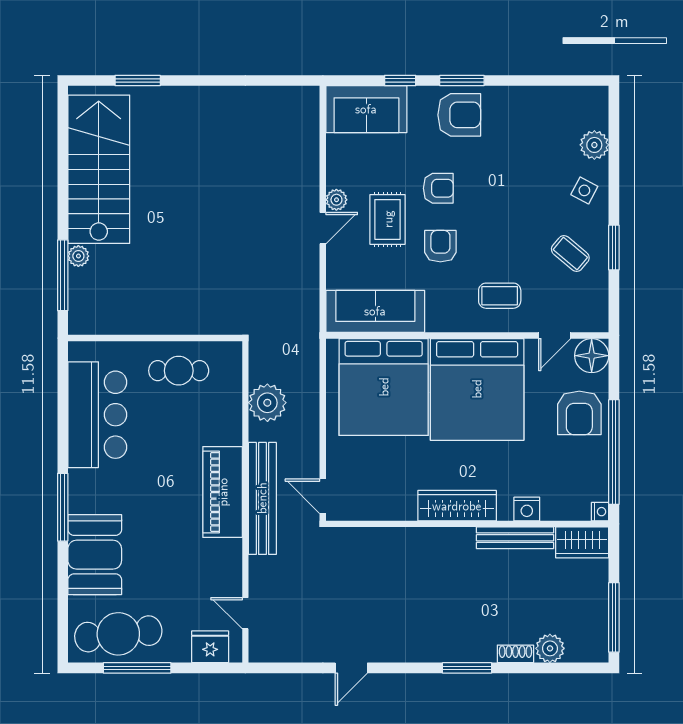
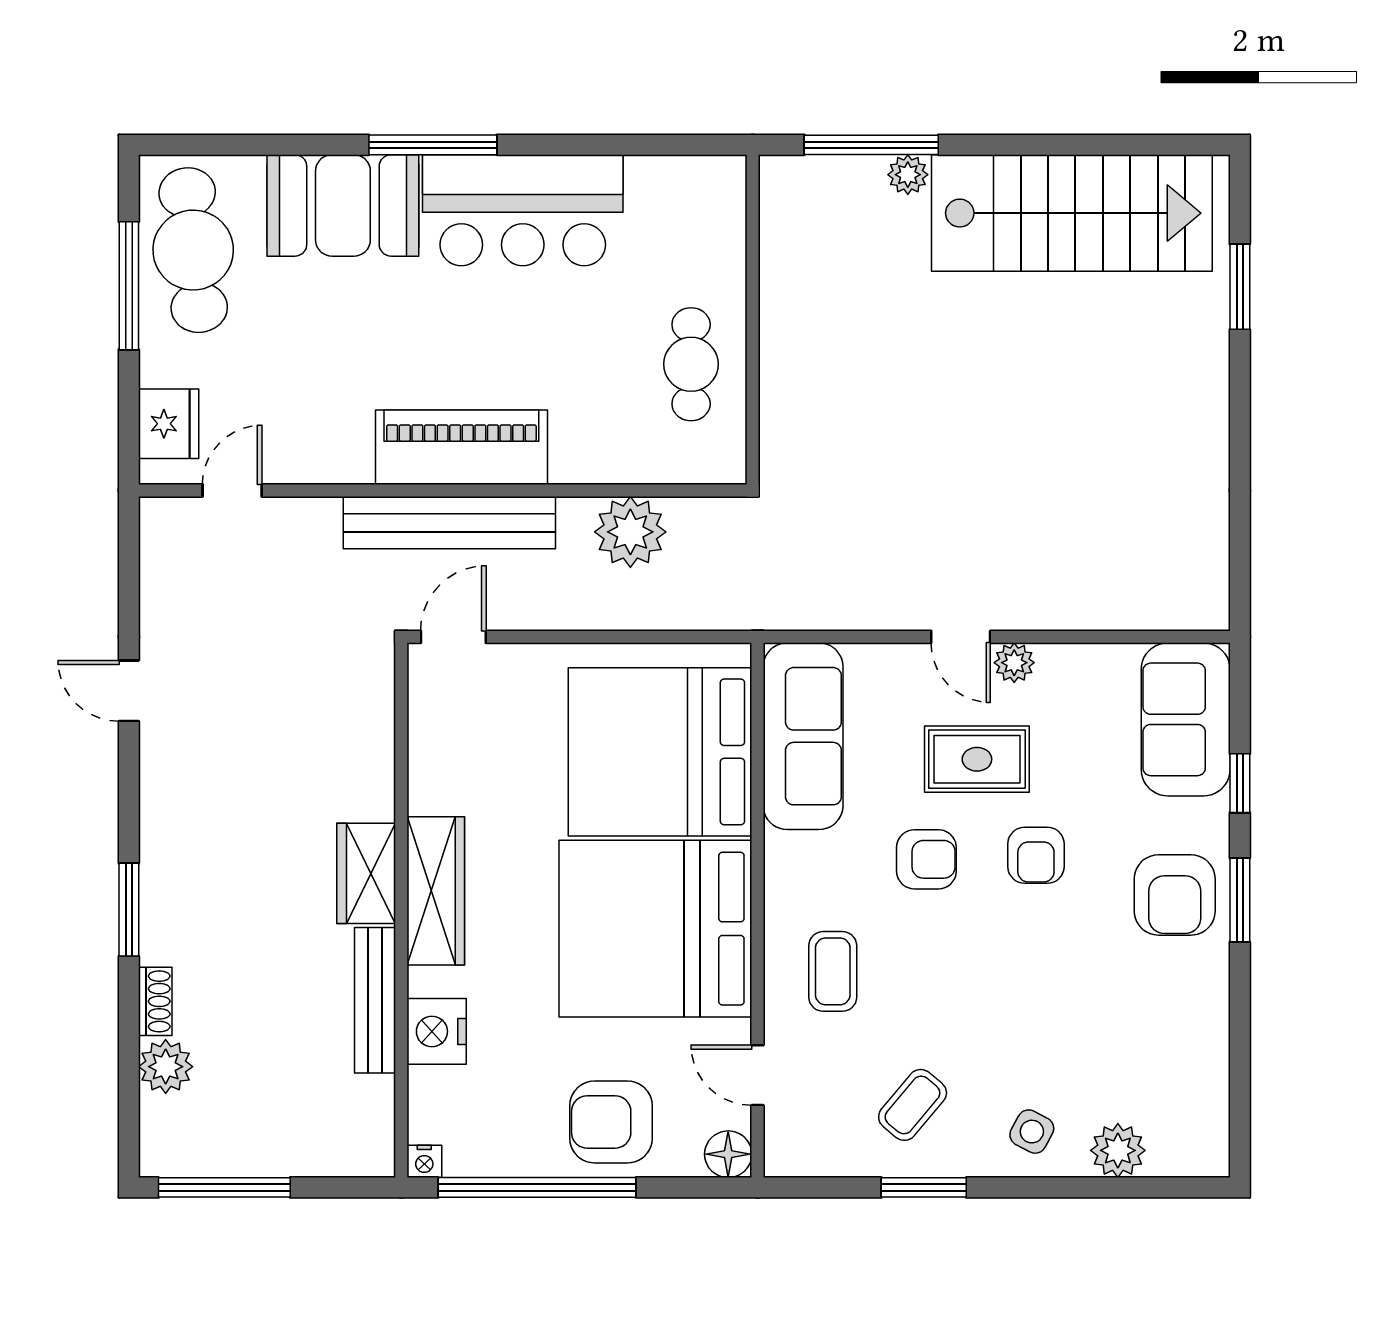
floor lamp: (592, 356) -> (728, 1154), width x0.73, depth x0.73
bar counter: (97, 415) -> (523, 210), moved
nightstand: (527, 509) -> (437, 1031), width x1.36, depth x1.33
wardrobe: (582, 542) -> (366, 873), moved

